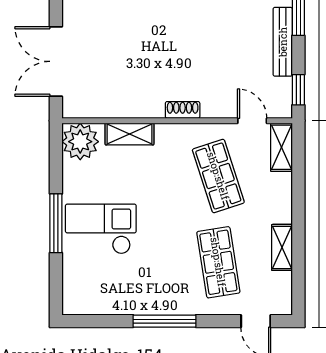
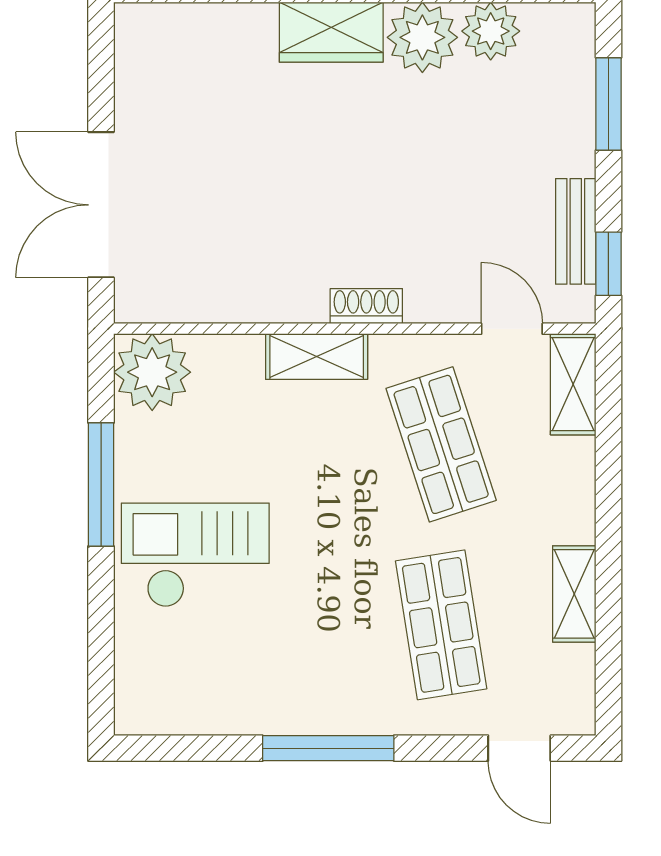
bench: (283, 42) -> (576, 231), moved, width x0.73
shelving: (129, 134) -> (317, 357), moved
window: (56, 223) -> (101, 485), moved

